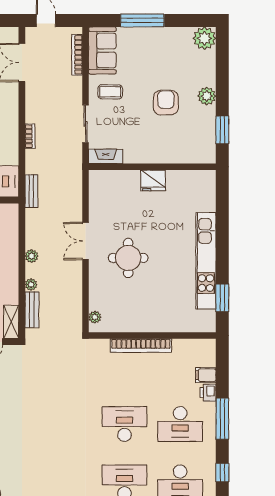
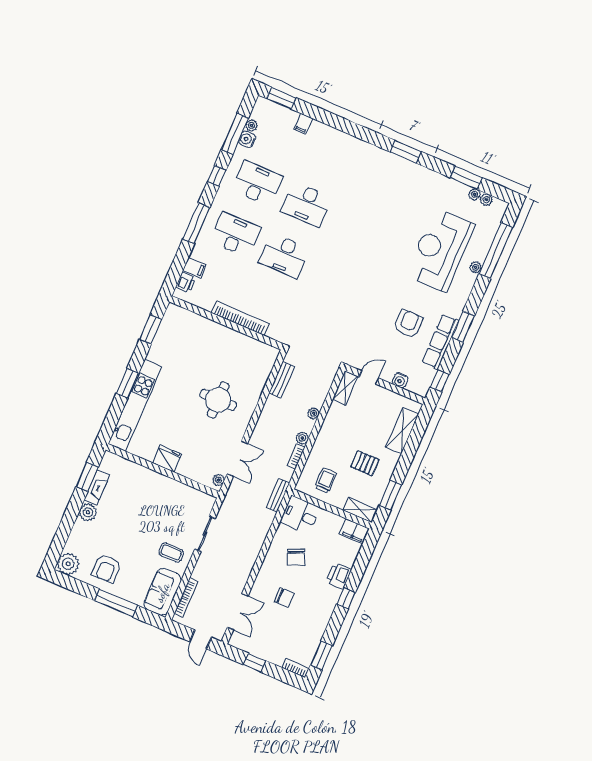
armchair: (166, 103) -> (107, 568), moved
bookcase: (30, 136) -> (296, 456), moved
fireplace: (106, 156) -> (97, 487), moved, turned -90
window: (222, 236) -> (127, 383), added
double door: (85, 241) -> (237, 459), moved
kitchen unit: (206, 261) -> (135, 405), moved
bench: (32, 310) -> (282, 380), moved
plant: (95, 317) -> (218, 480), moved
printer: (208, 393) -> (186, 282), moved

